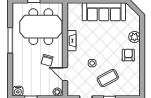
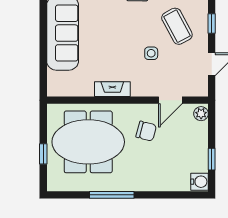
meeting table: (41, 27) -> (88, 142), turned 90

